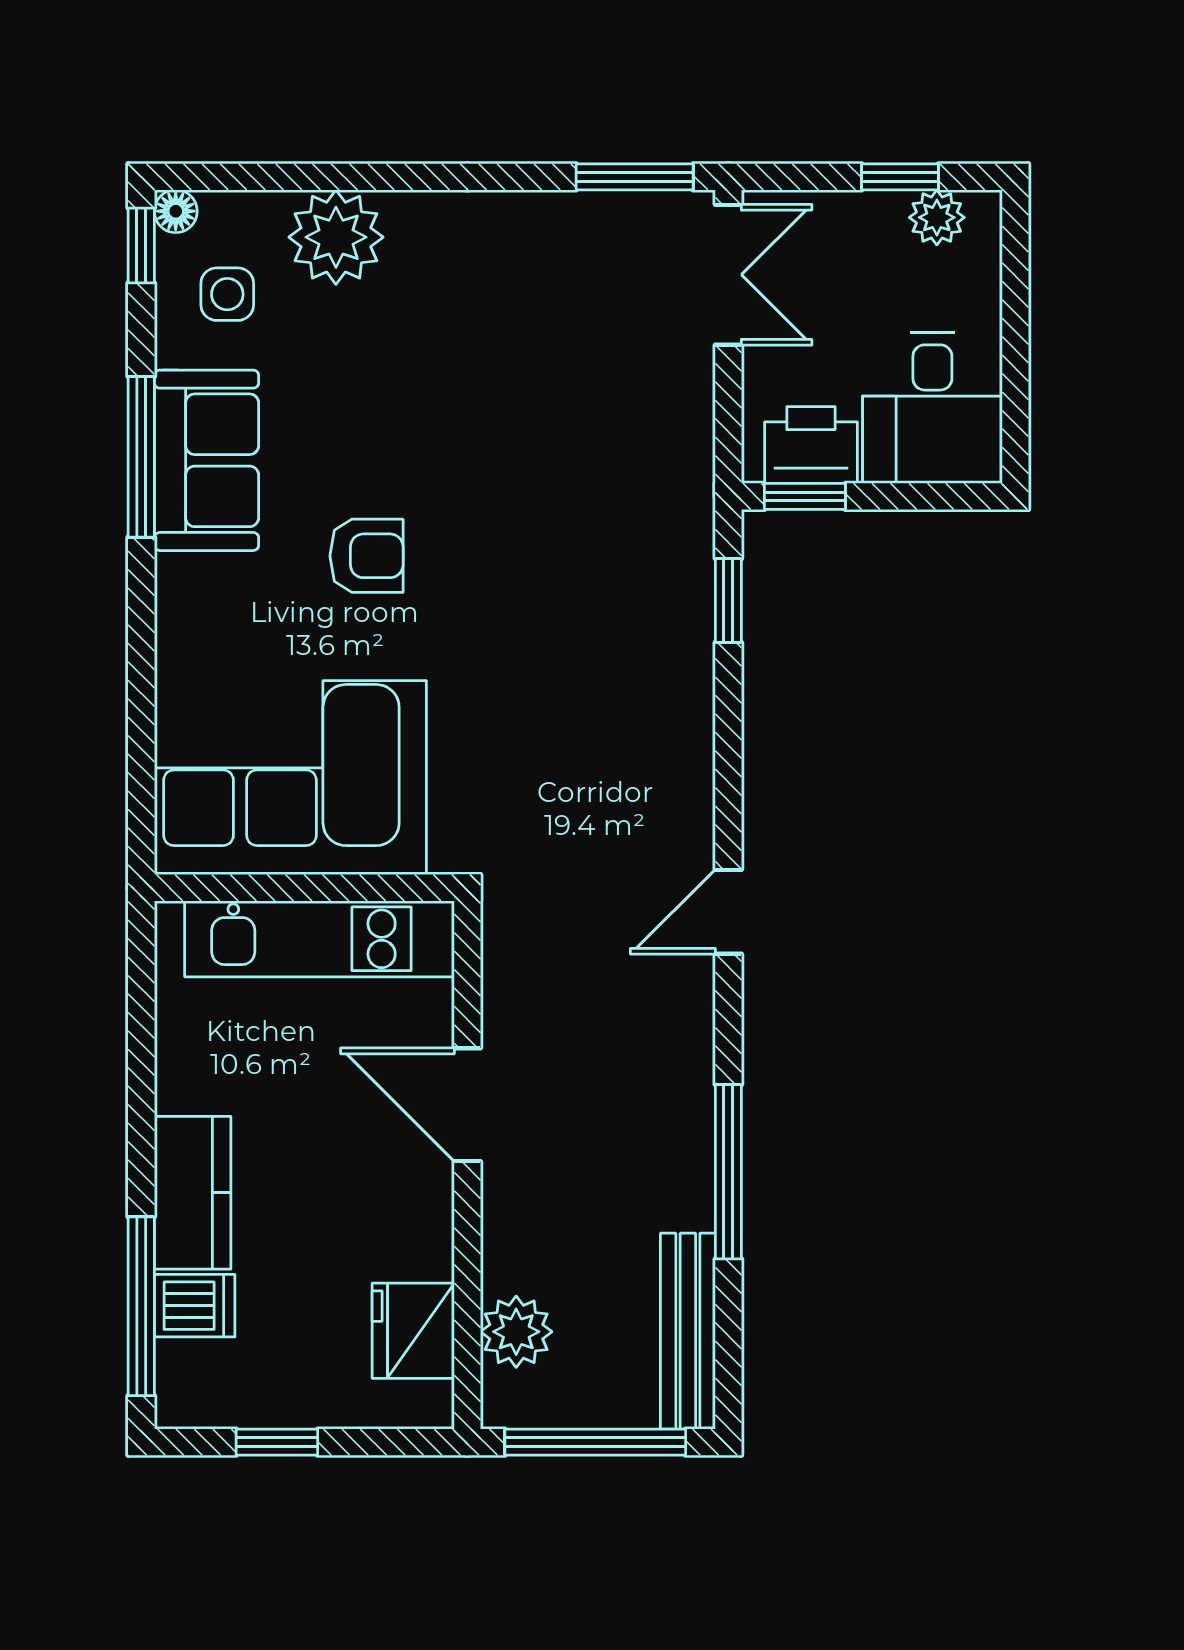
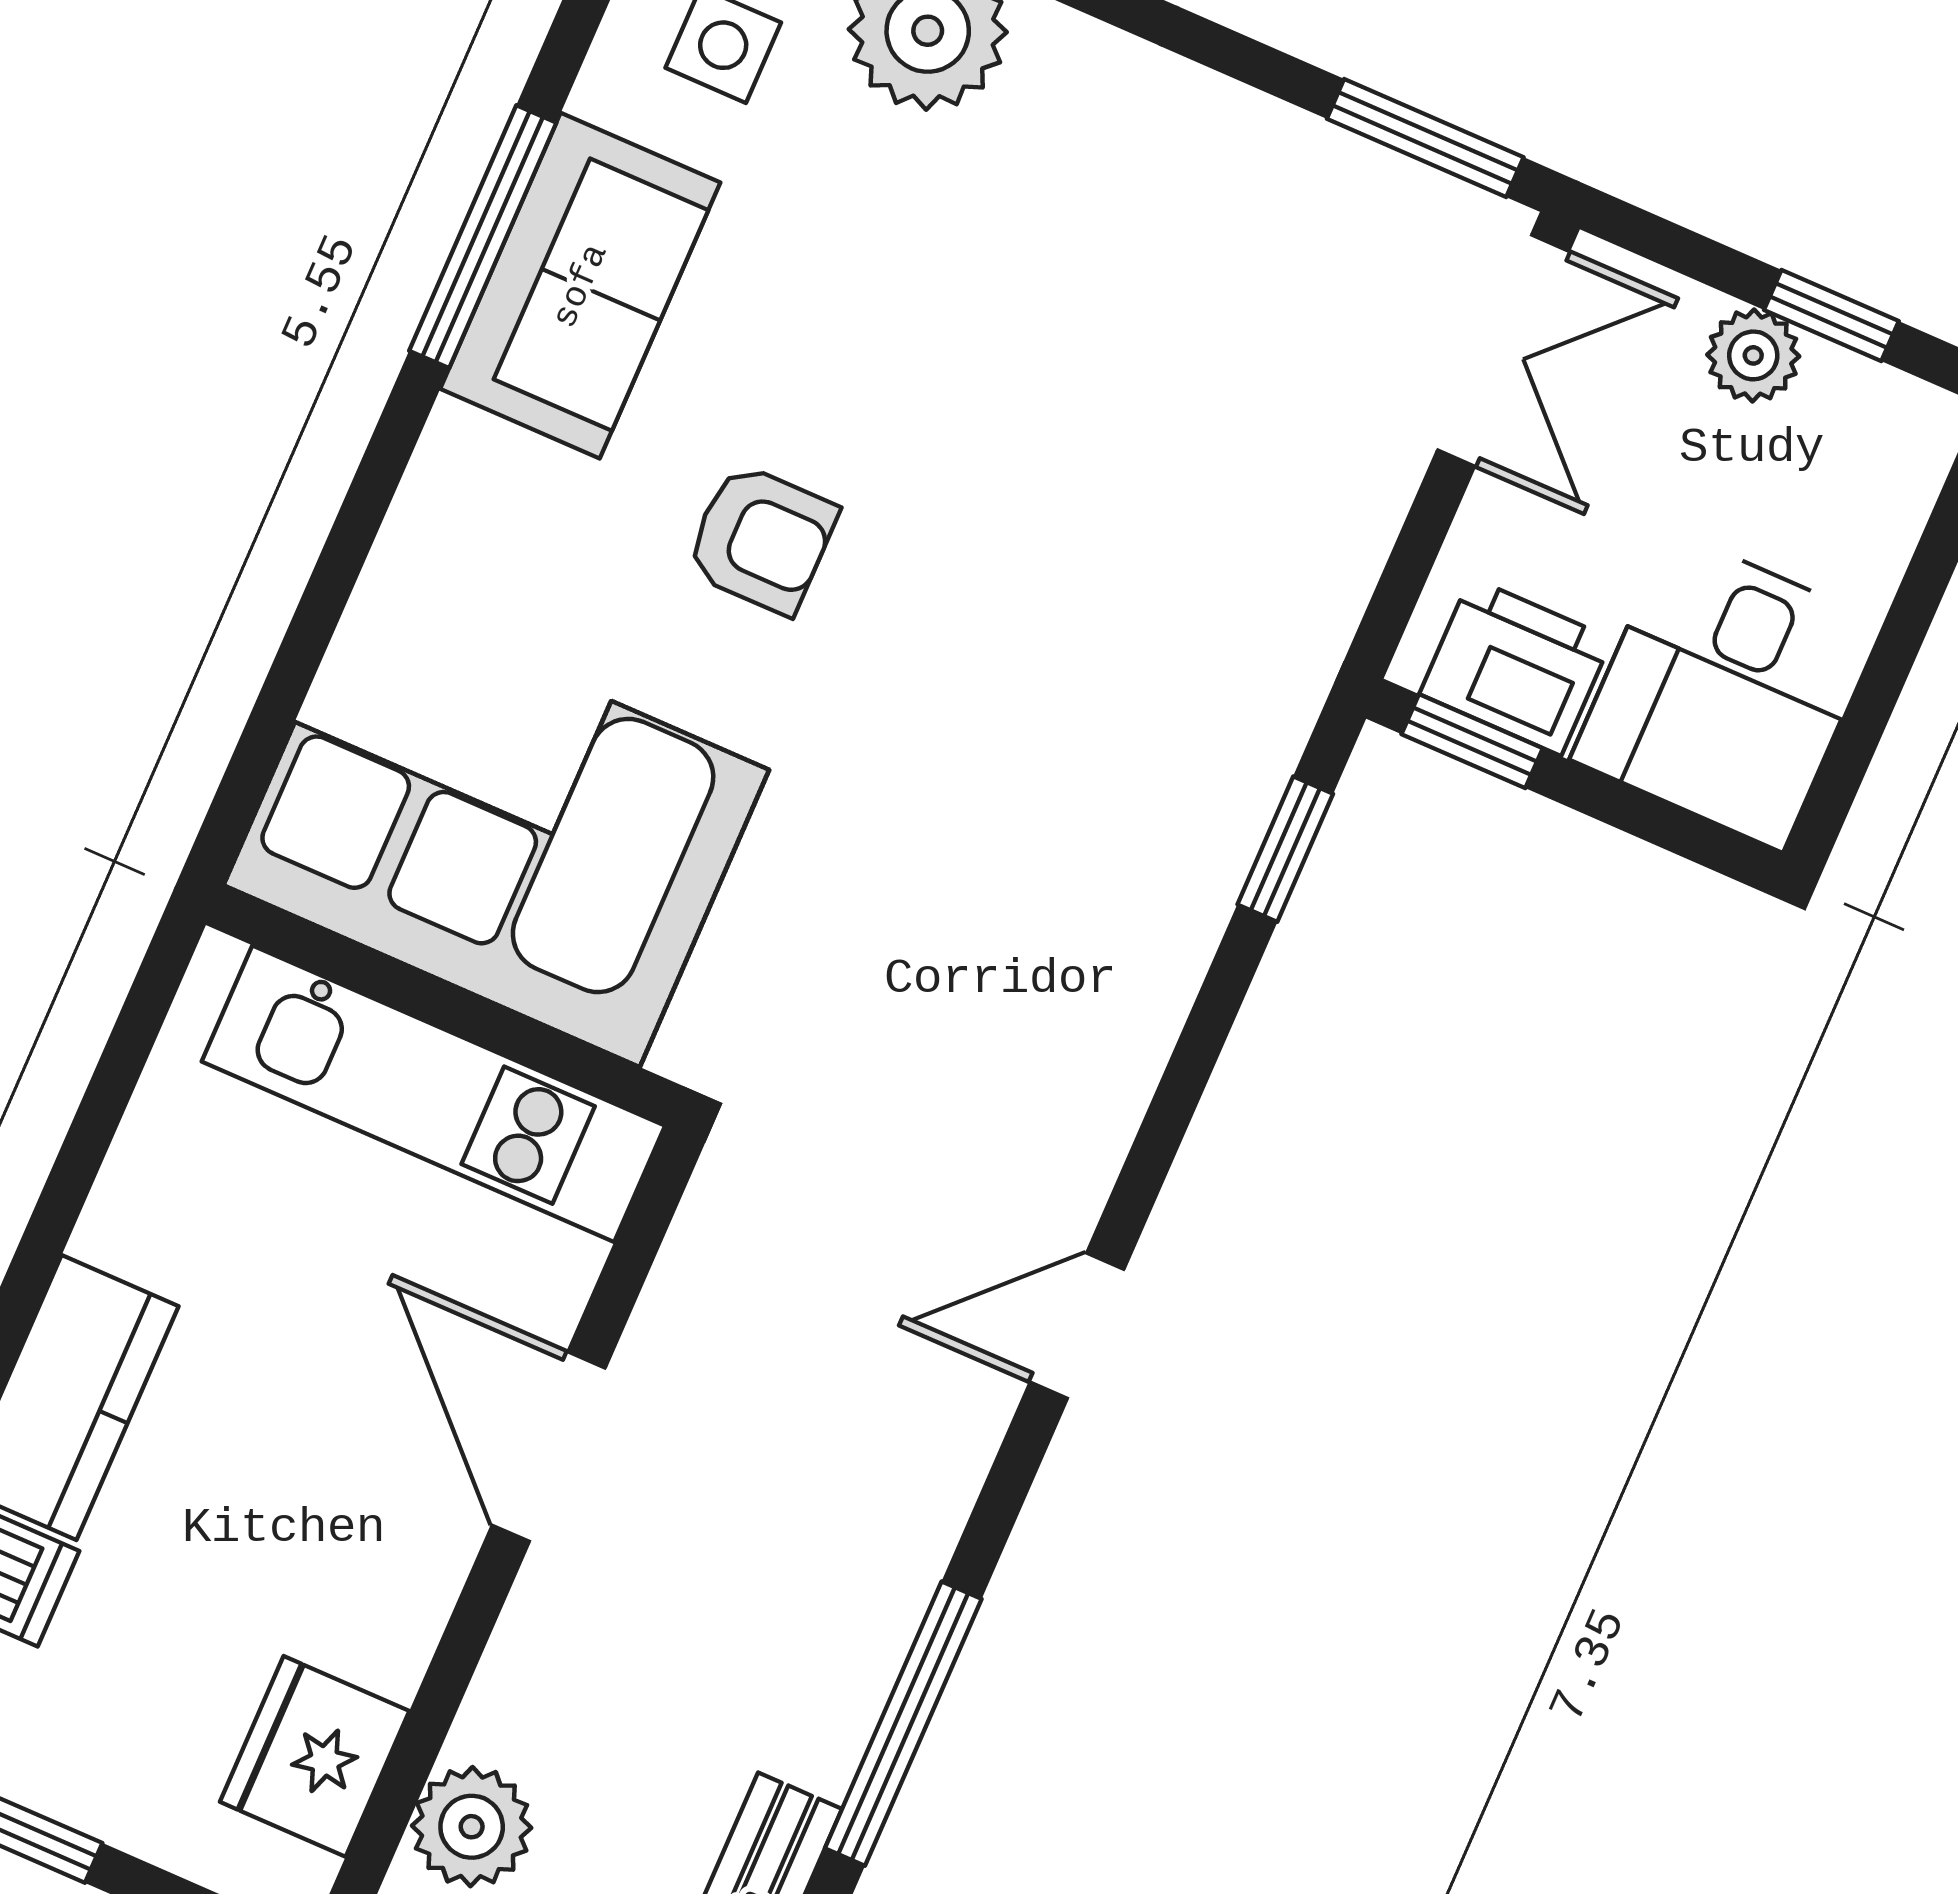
plant: (937, 217) -> (1753, 355), moved

